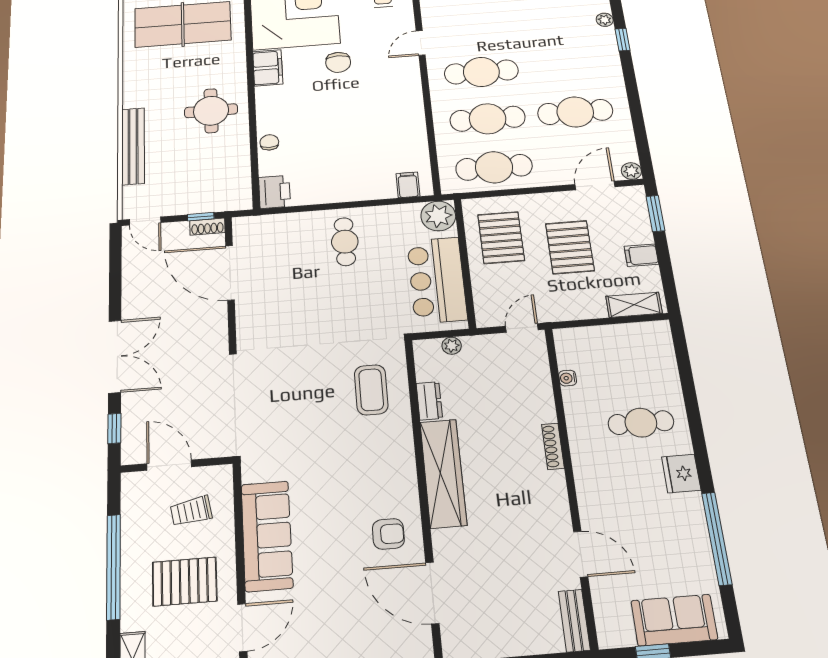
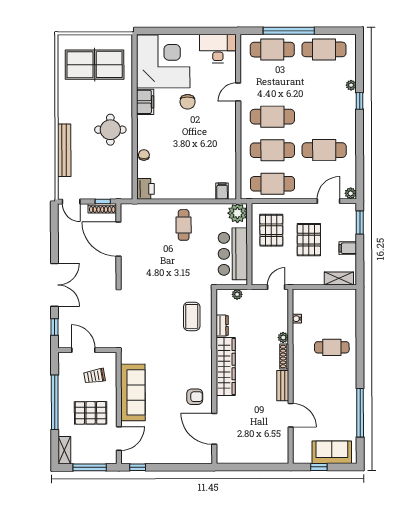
shoe rack: (207, 227) -> (102, 208), width x1.43
plant: (546, 413) -> (283, 338), added
fridge: (681, 474) -> (348, 377), removed
bench: (574, 621) -> (283, 386), moved

